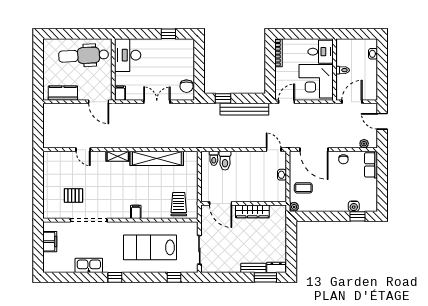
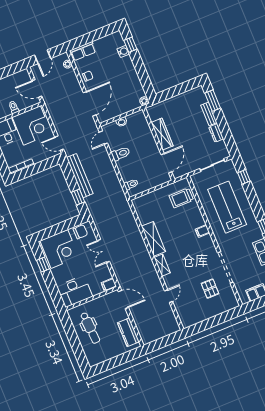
dental chair: (84, 56) -> (90, 328), width x0.73, depth x0.72
corner desk: (178, 57) -> (59, 249), added
door: (99, 102) -> (123, 299), hinge flipped
shelving: (157, 158) -> (153, 239), width x0.68
toilet: (225, 161) -> (121, 154), moved
coffee table: (303, 188) -> (125, 100), removed
lab bench: (150, 247) -> (227, 207), turned 180
dresser: (276, 267) -> (216, 133), moved

